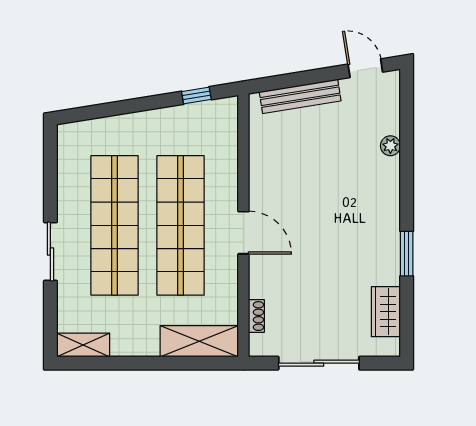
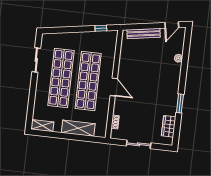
door: (365, 68) -> (172, 25), swing flipped
sliding door: (50, 252) -> (36, 60), moved
shelving: (199, 341) -> (78, 128), moved
sliding door: (319, 363) -> (139, 144), width x0.73

